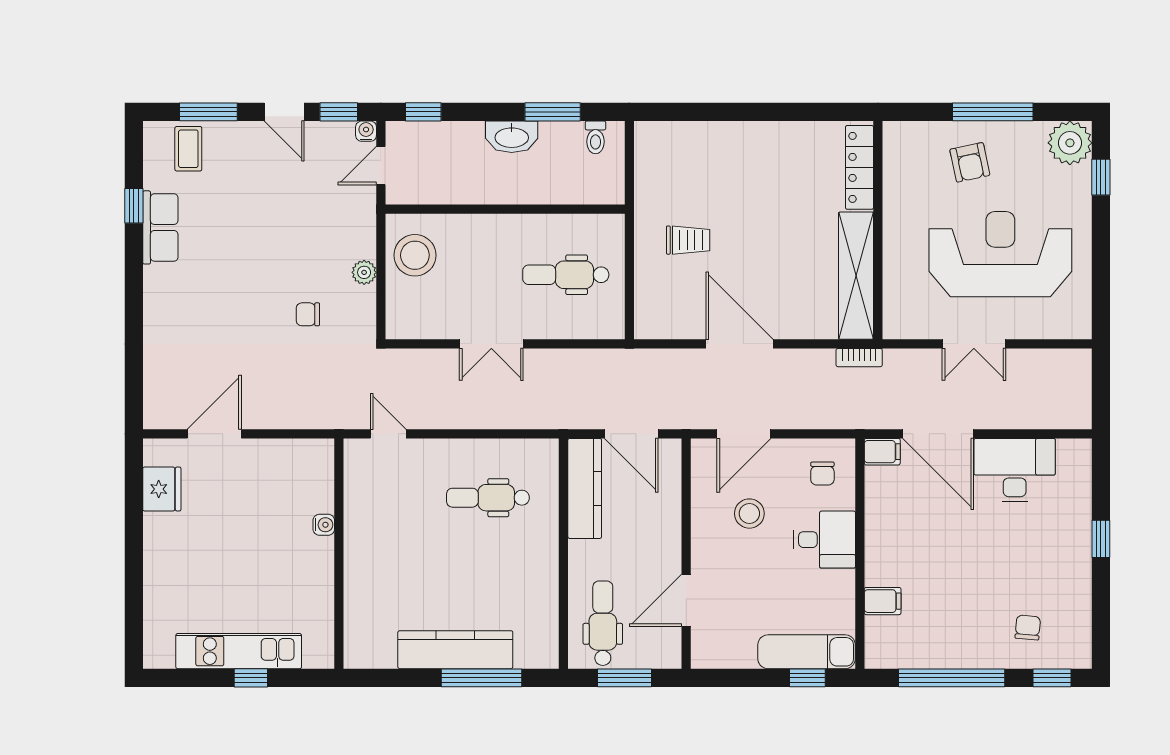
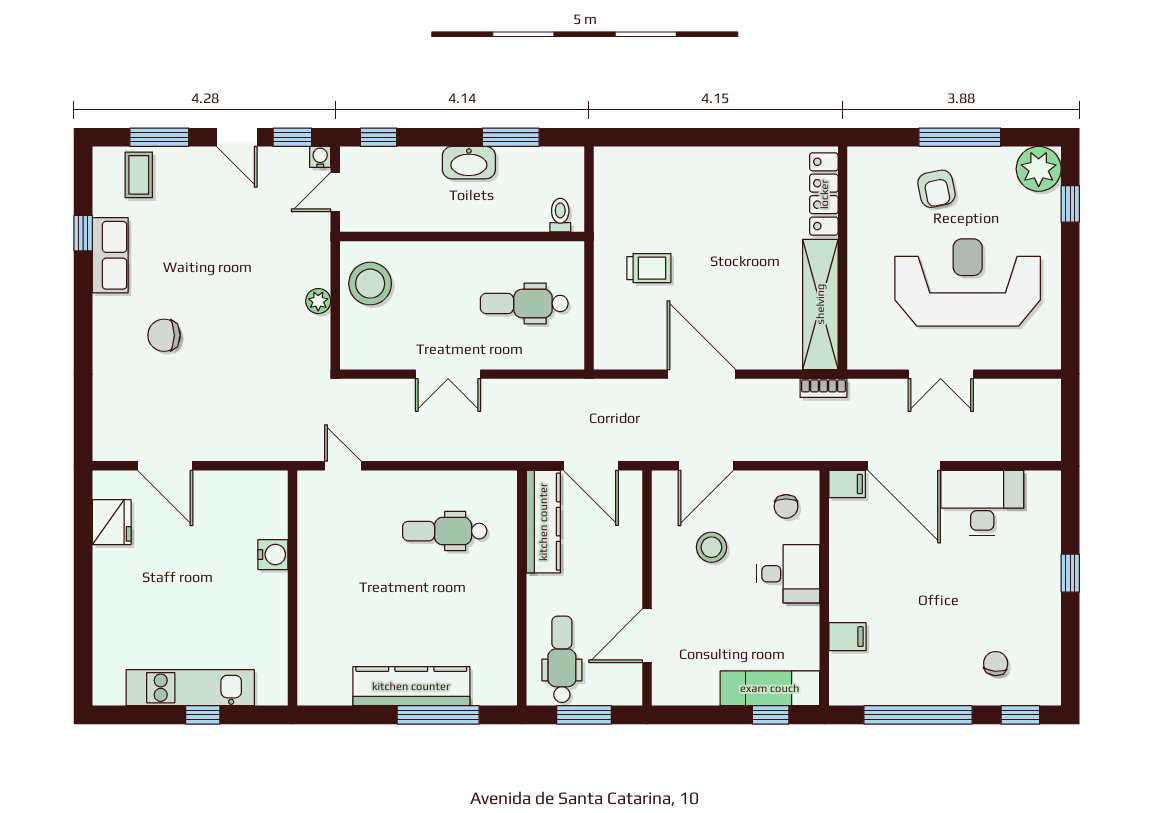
toilet: (595, 137) -> (560, 215), moved, turned 180
chair: (308, 314) -> (164, 335), moved, width x1.37, depth x1.37
door: (214, 434) -> (165, 466), swing flipped
water cooler: (324, 525) -> (273, 555), width x1.38, depth x1.38

